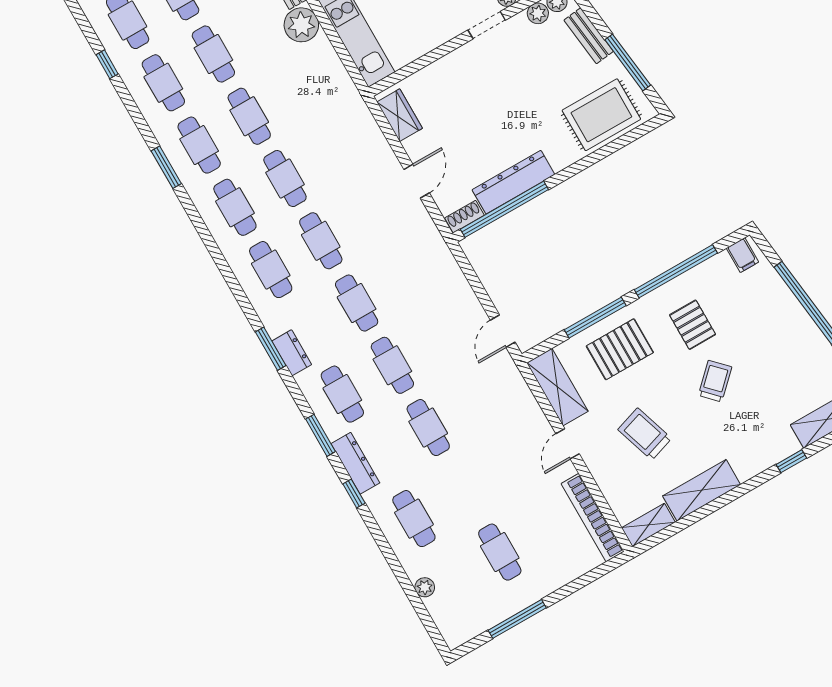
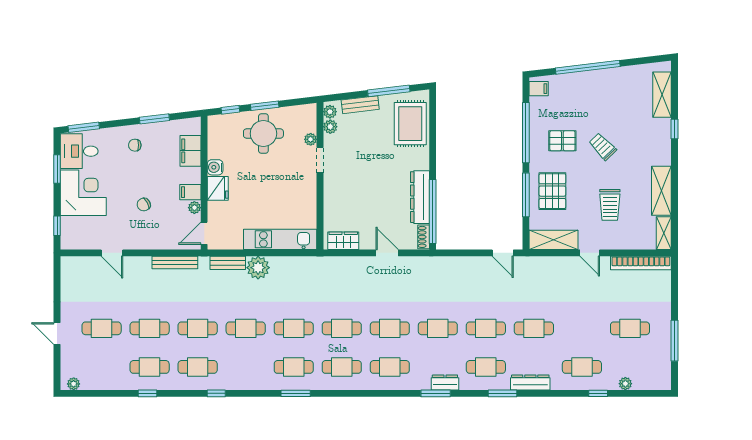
cafe table: (163, 83) -> (246, 367), removed
trolley: (645, 434) -> (610, 205), turned -72
window: (354, 494) -> (598, 393), moved

